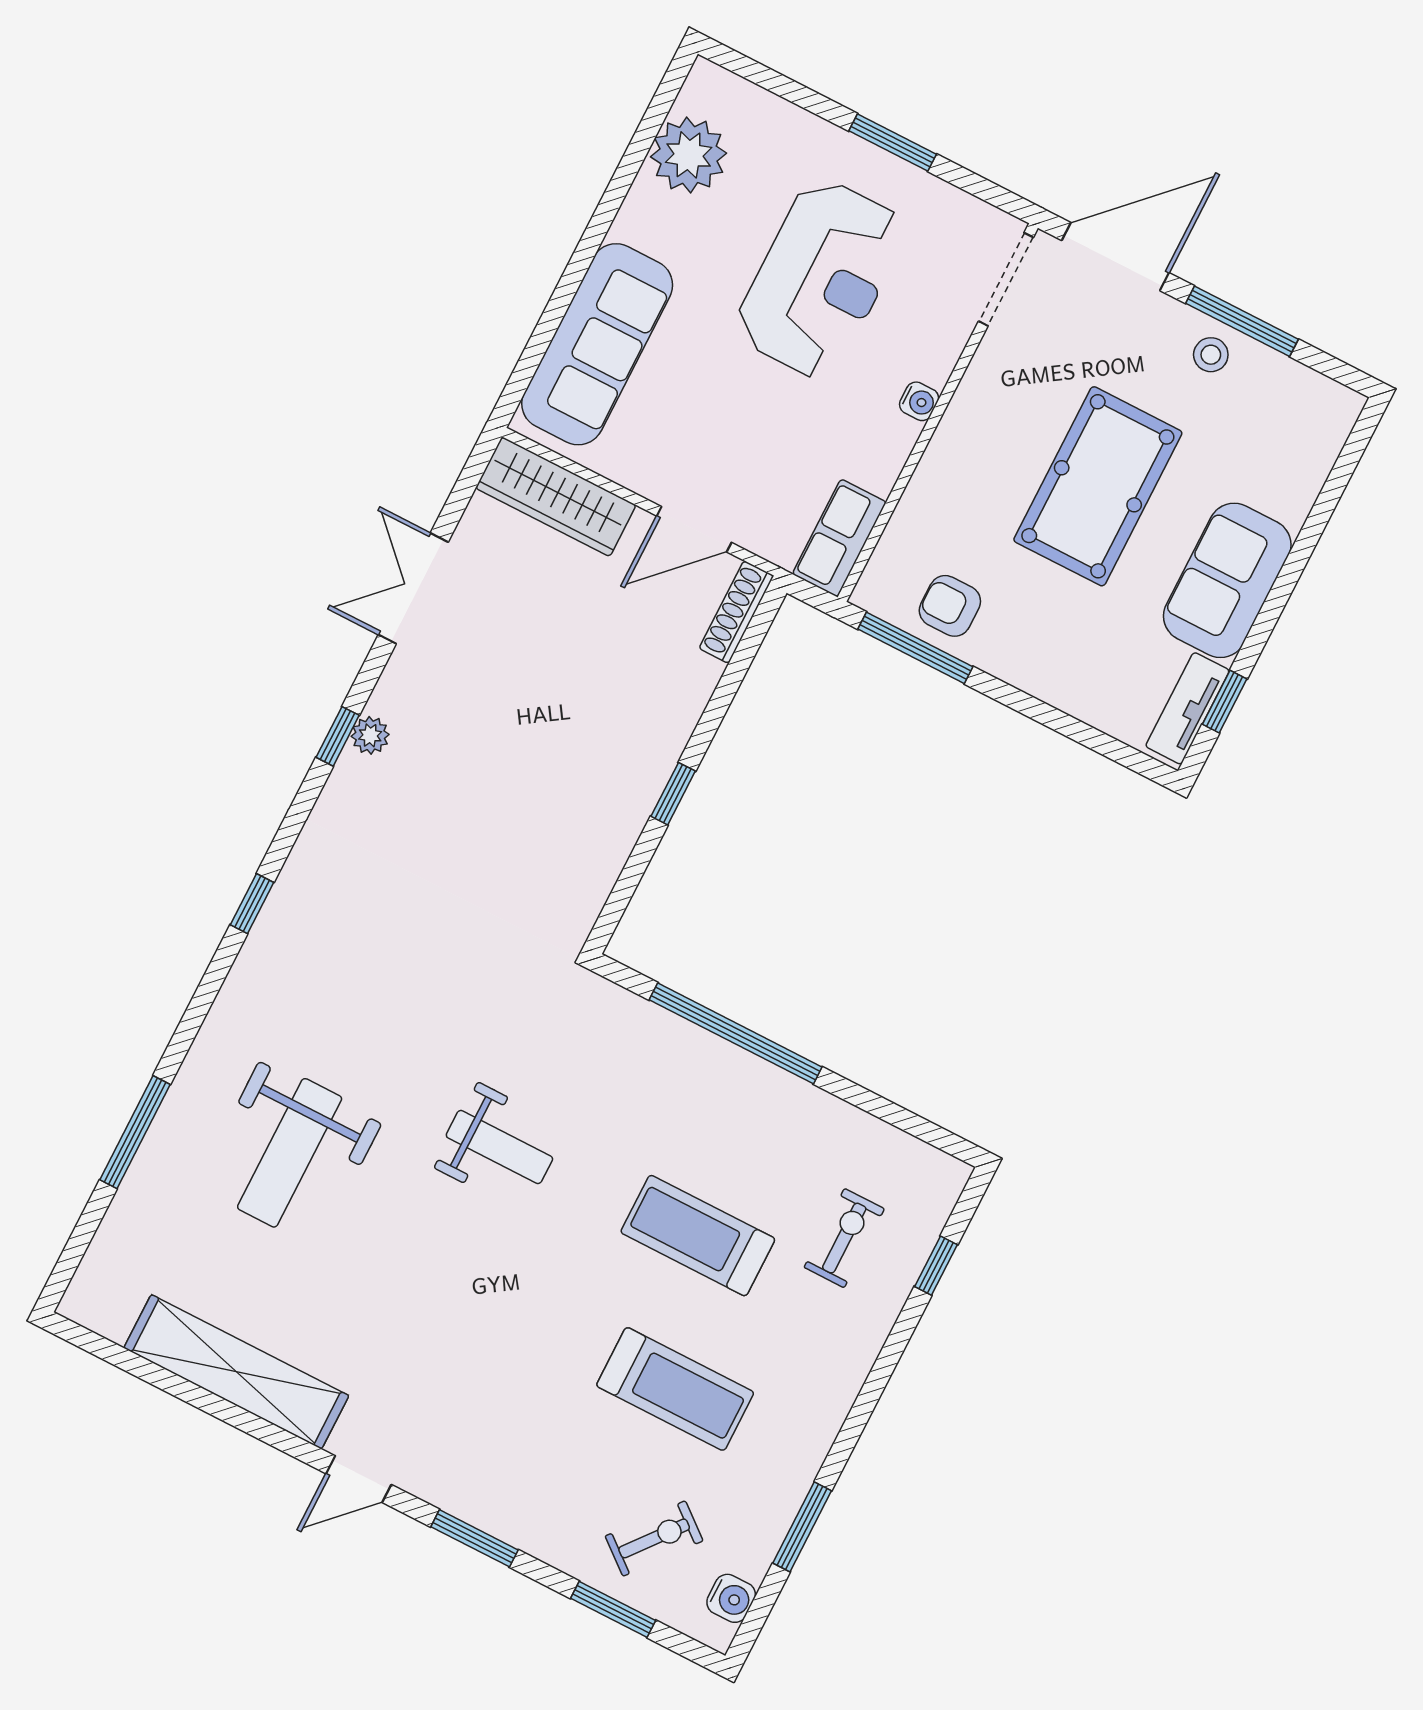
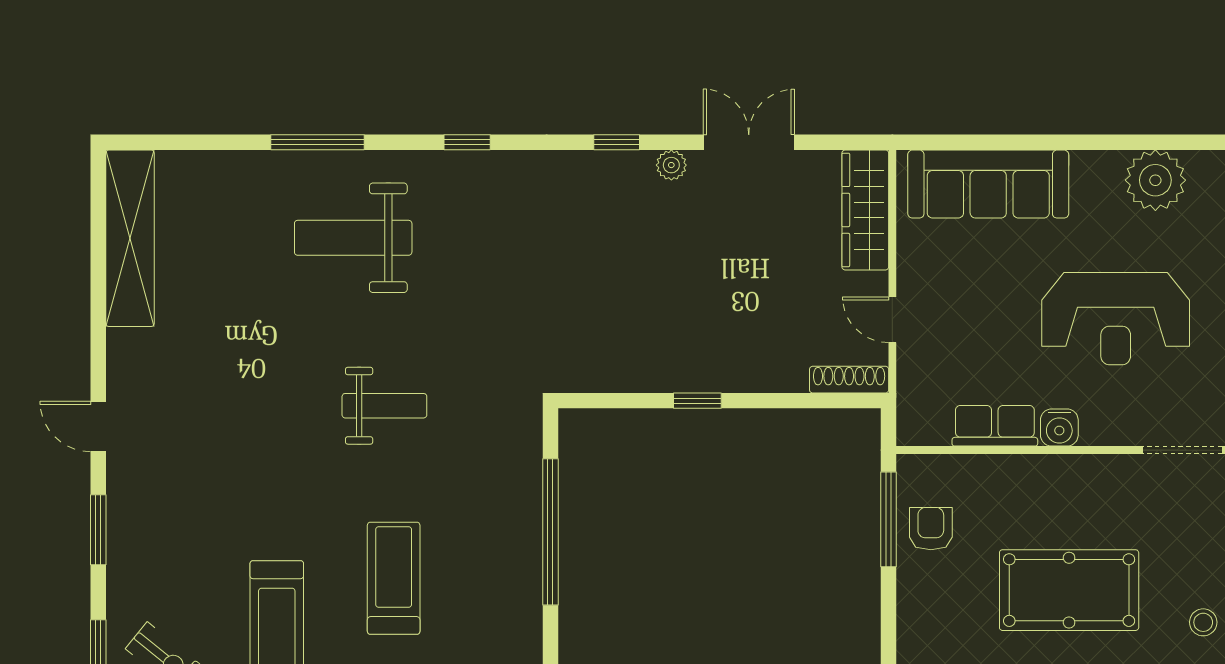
water cooler: (919, 401) -> (1059, 428), width x1.38, depth x1.38
door: (694, 529) -> (892, 320), width x0.73
row of seats: (839, 538) -> (995, 426), moved
plant: (370, 735) -> (671, 165), moved
window: (135, 1132) -> (318, 142), moved
weight bench: (499, 1147) -> (384, 406), turned -90
weight bench: (290, 1153) -> (353, 238), moved
shelving: (236, 1372) -> (130, 238), moved

